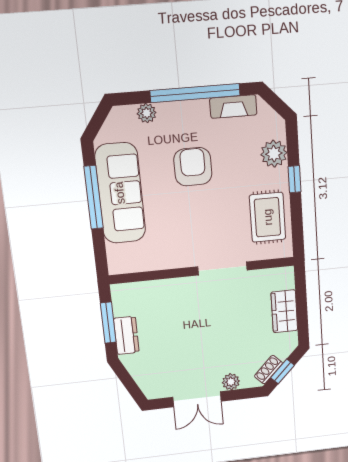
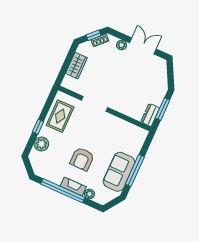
fireplace: (233, 107) -> (73, 186), moved
sofa: (120, 193) -> (119, 172), width x0.73
dresser: (126, 335) -> (150, 115), moved

